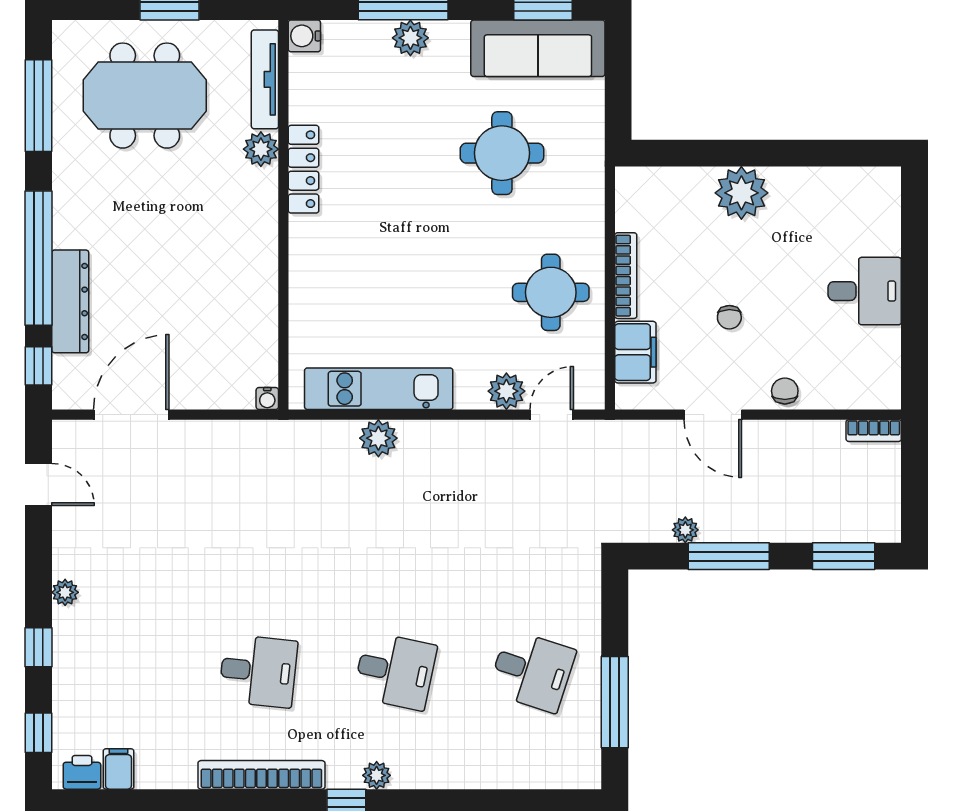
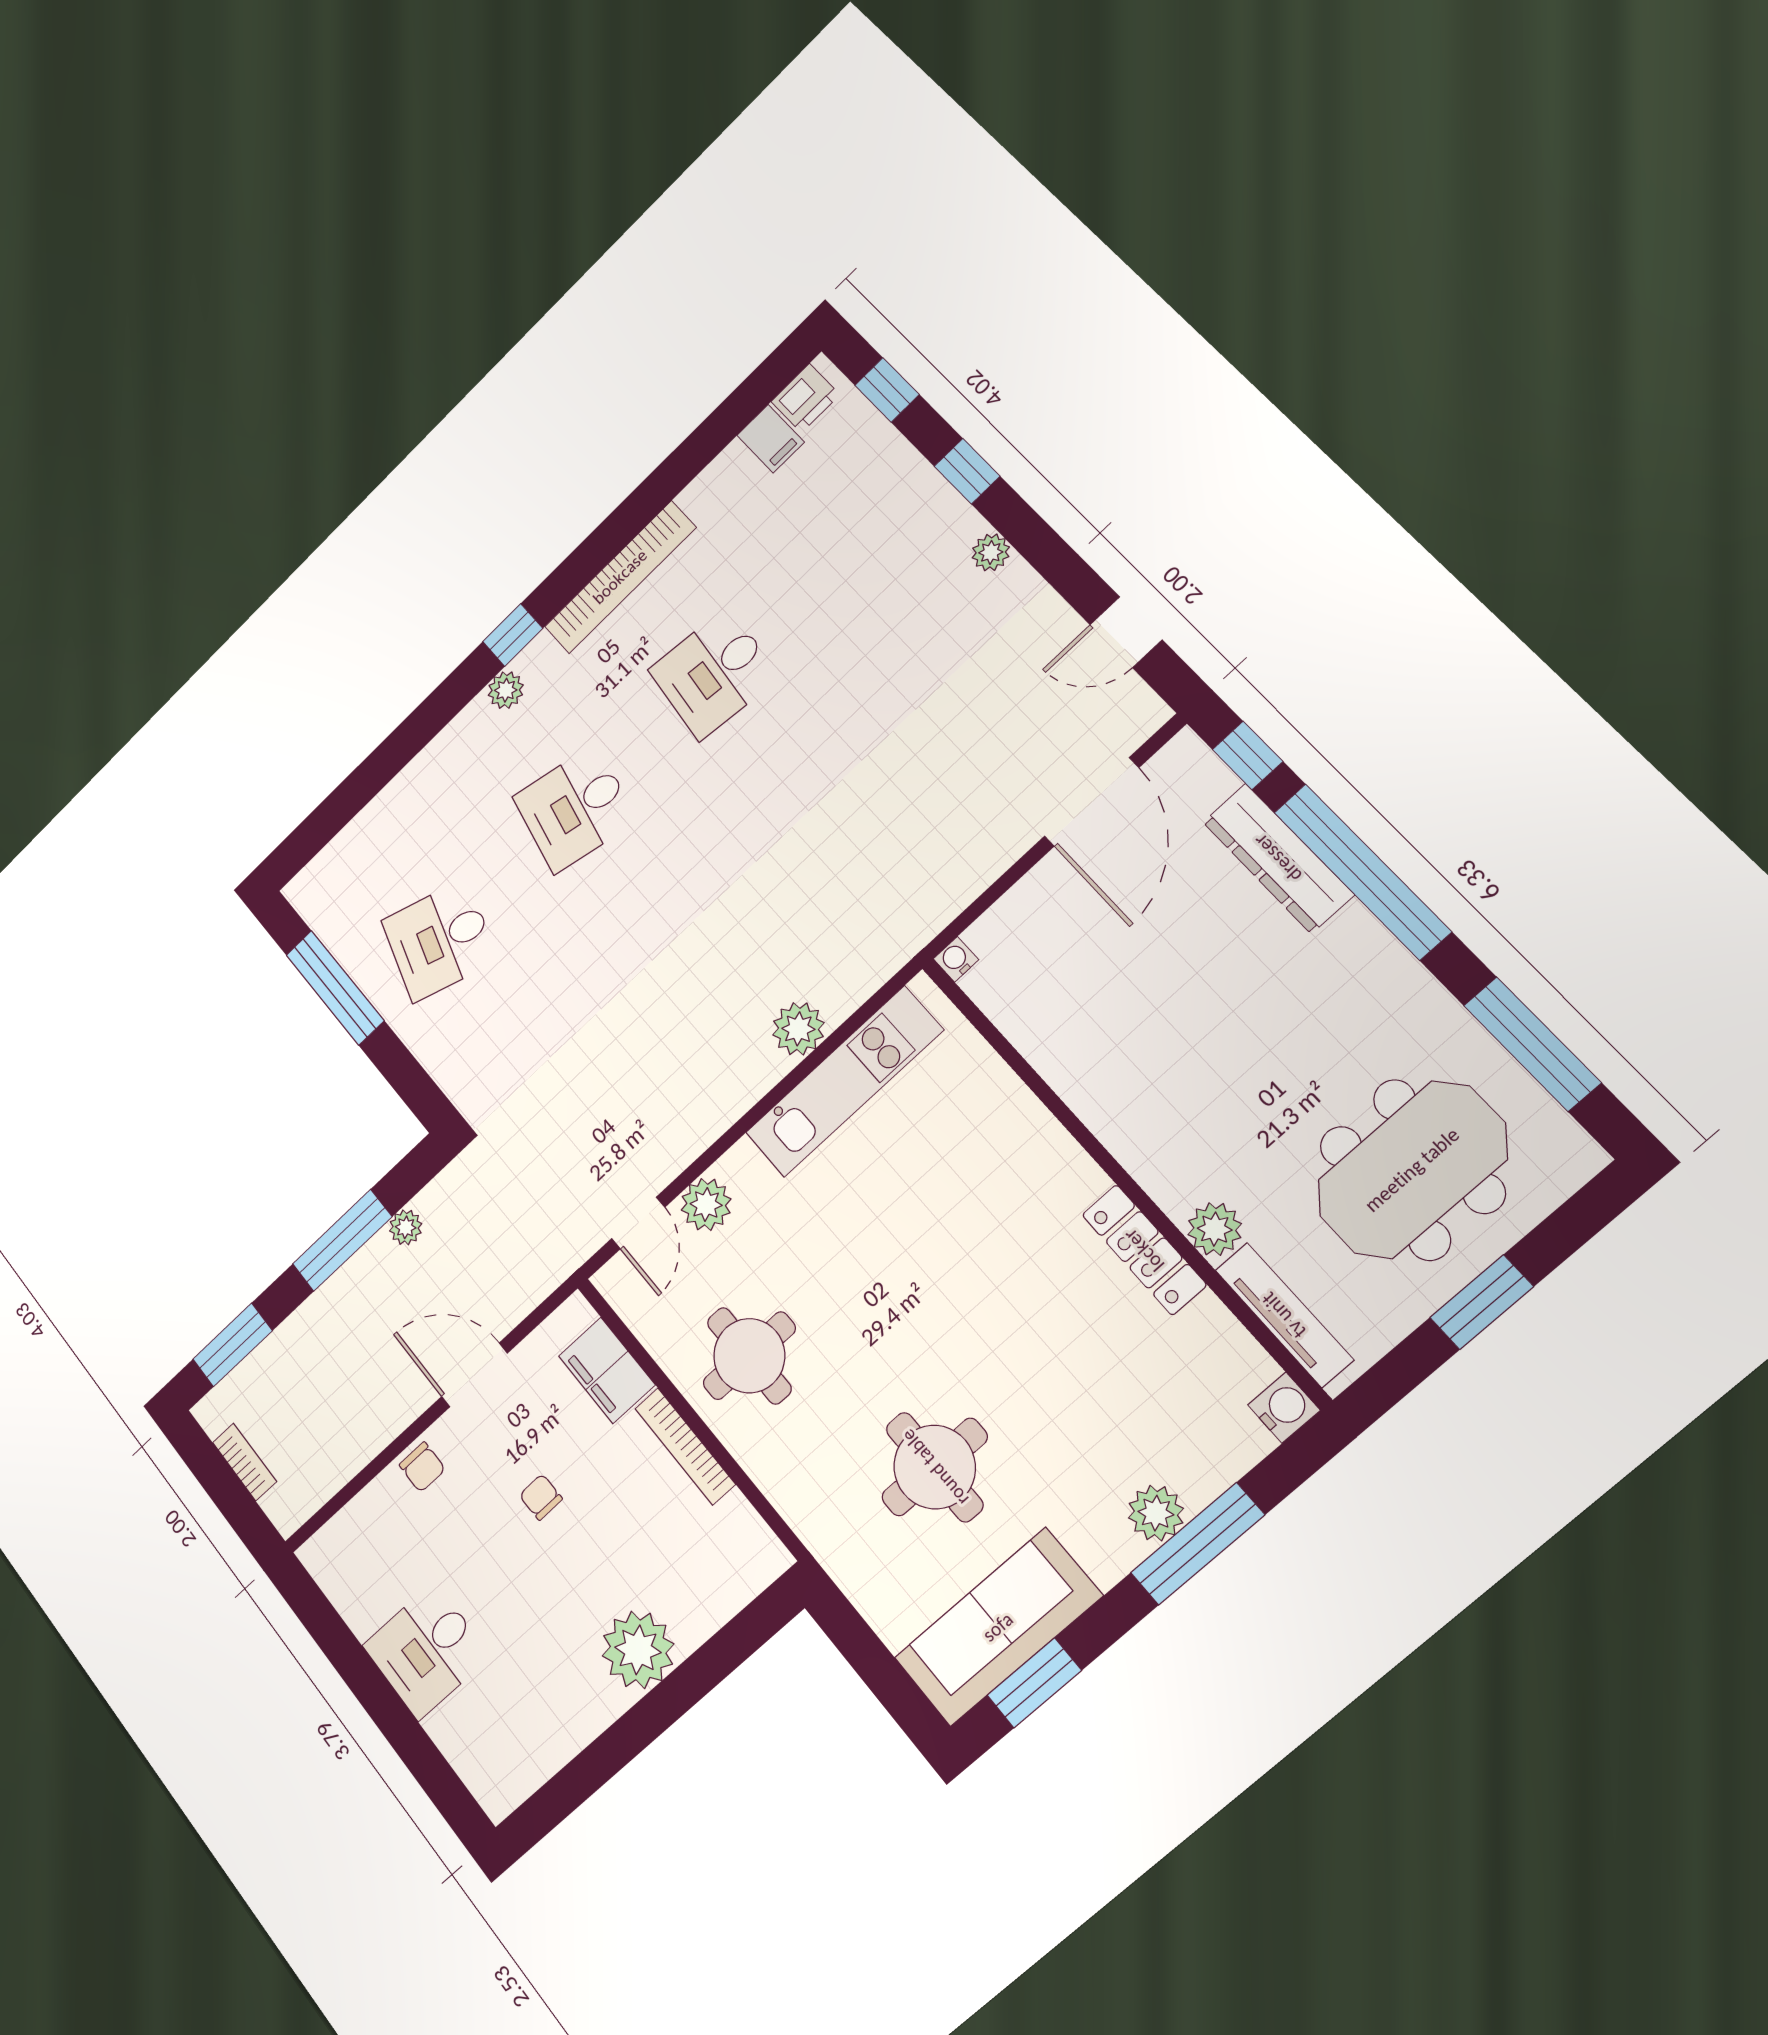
bookcase: (874, 431) -> (245, 1462), moved, turned 90

